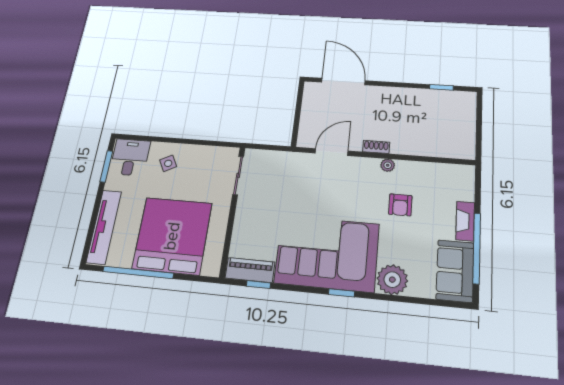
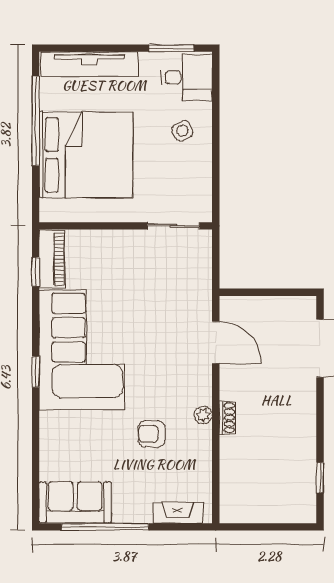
shoe rack: (376, 147) -> (227, 418), moved
fireplace: (465, 221) -> (178, 513), moved
plant: (392, 280) -> (57, 430), removed

